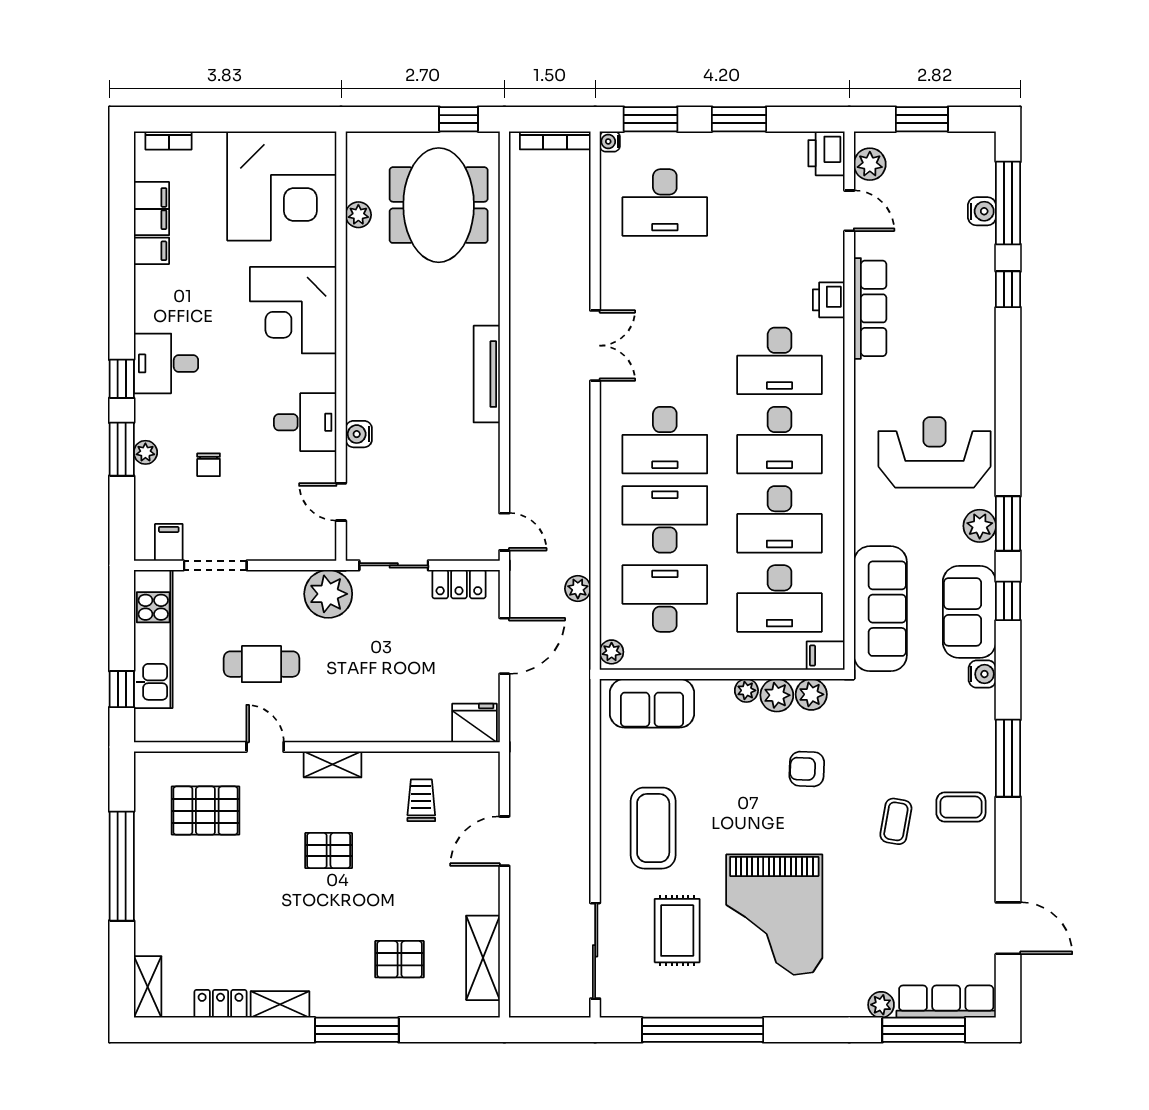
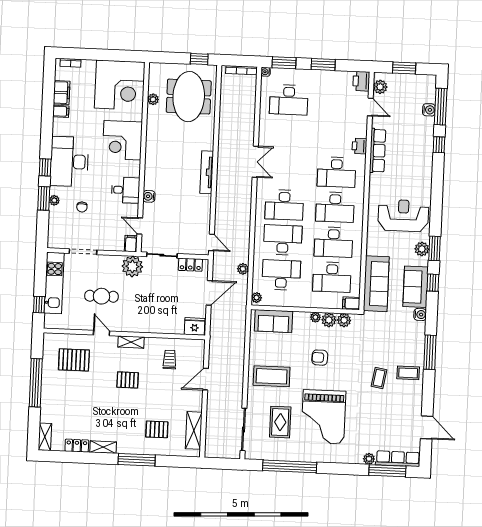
desk: (166, 363) -> (69, 162), width x1.87, depth x1.30
filing cabinet: (169, 542) -> (131, 244), moved
armchair: (807, 769) -> (320, 358), moved
coffee table: (653, 828) -> (272, 376), turned 90

